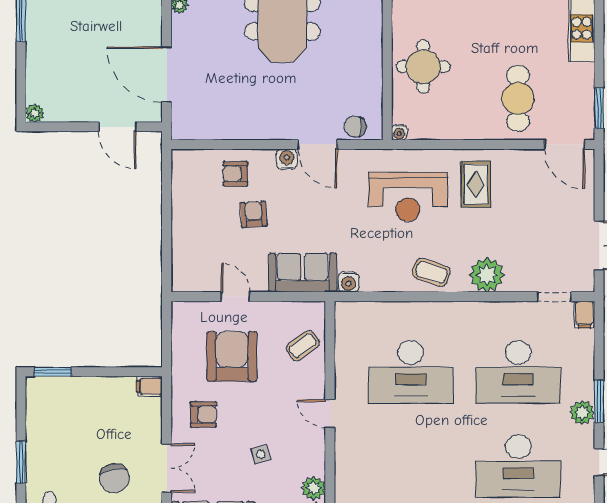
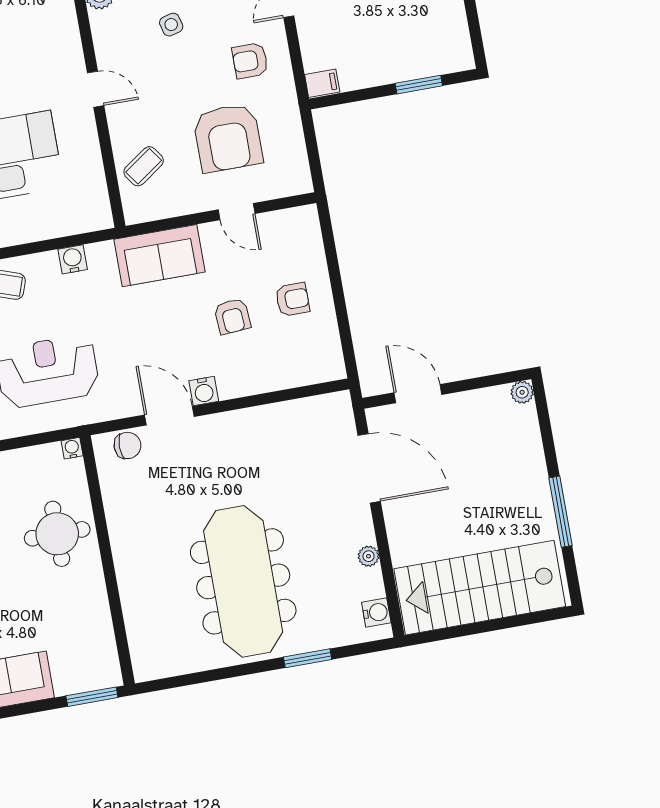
armchair: (235, 174) -> (292, 299), moved
water cooler: (349, 282) -> (73, 259), moved
window: (53, 372) -> (419, 85), moved

